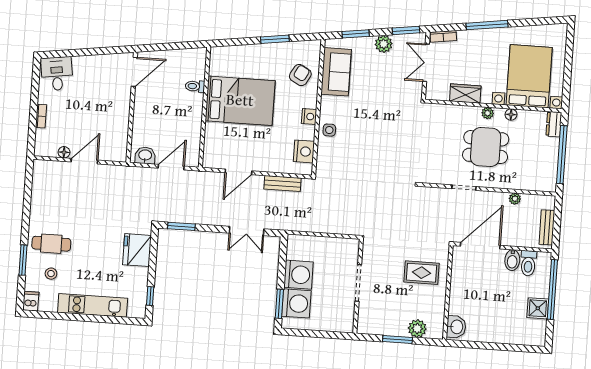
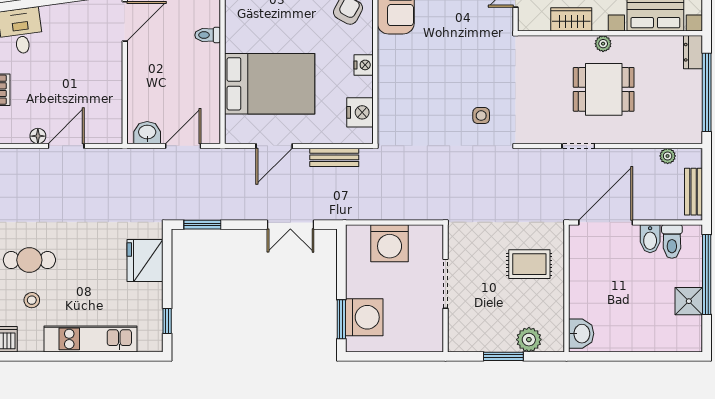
bed: (240, 101) -> (270, 84), moved
floor lamp: (511, 115) -> (635, 43), removed
side table: (329, 130) -> (481, 116), moved
plant: (515, 199) -> (668, 156), moved
washing machine: (298, 275) -> (390, 243), moved, turned 90

